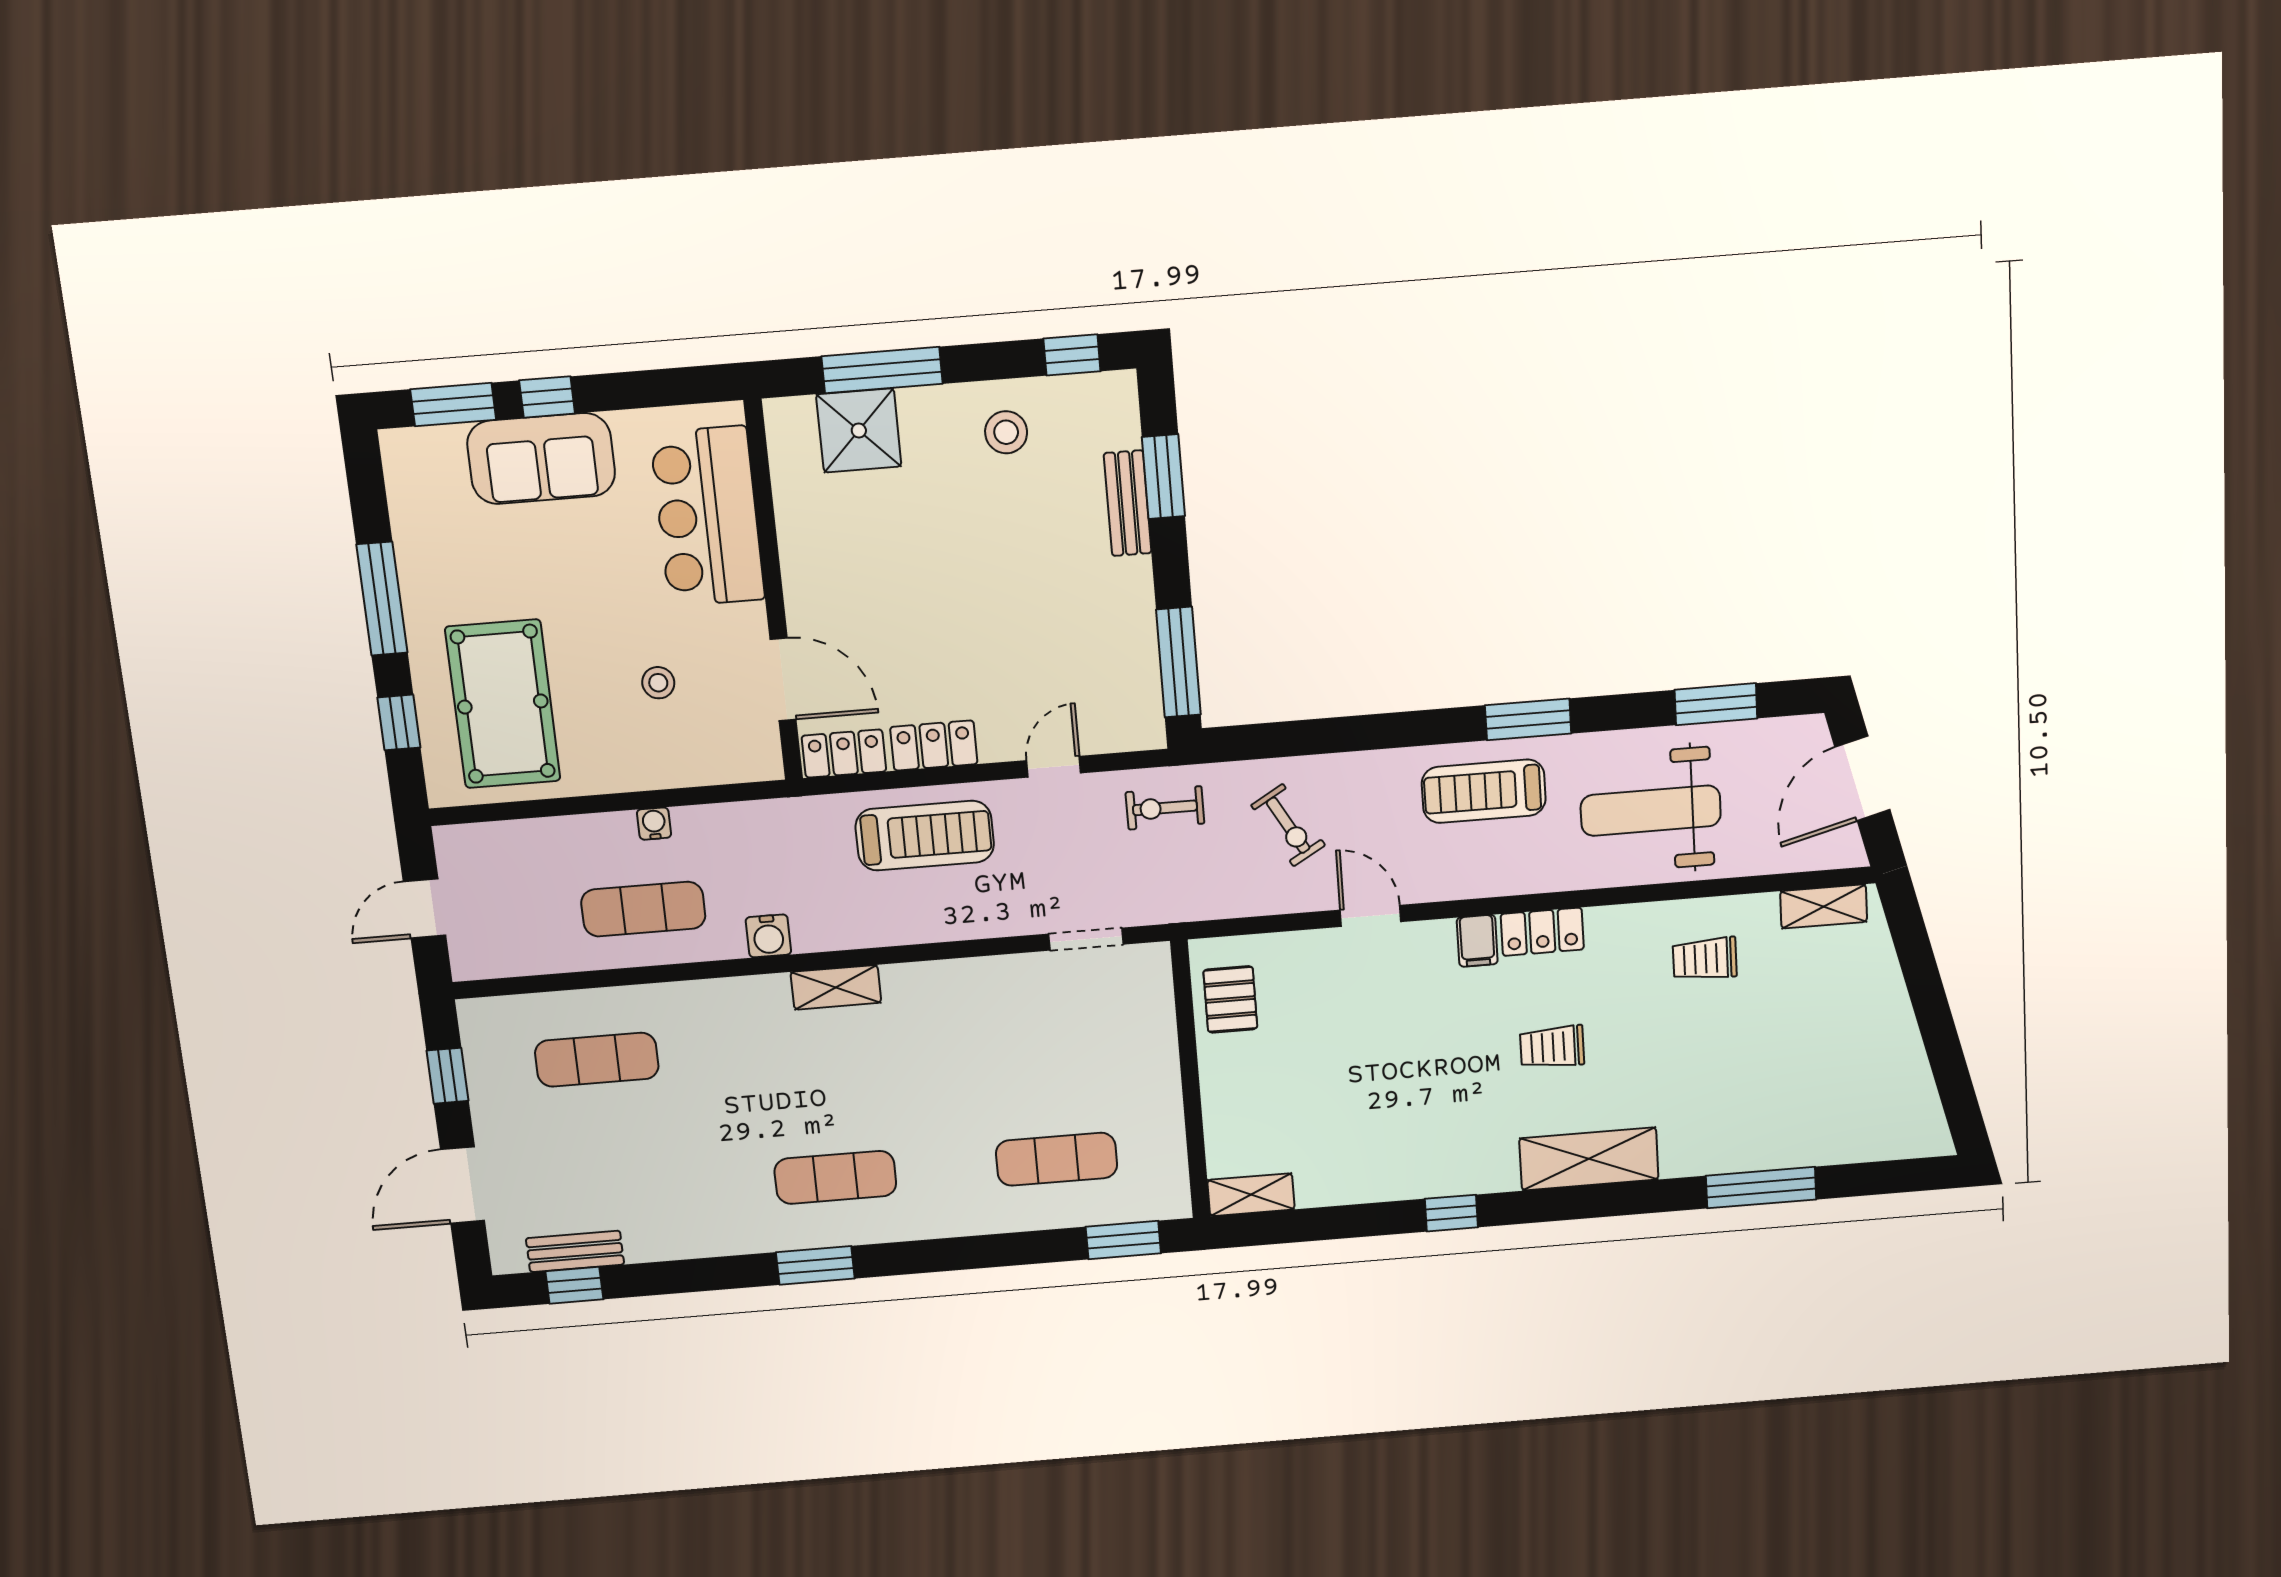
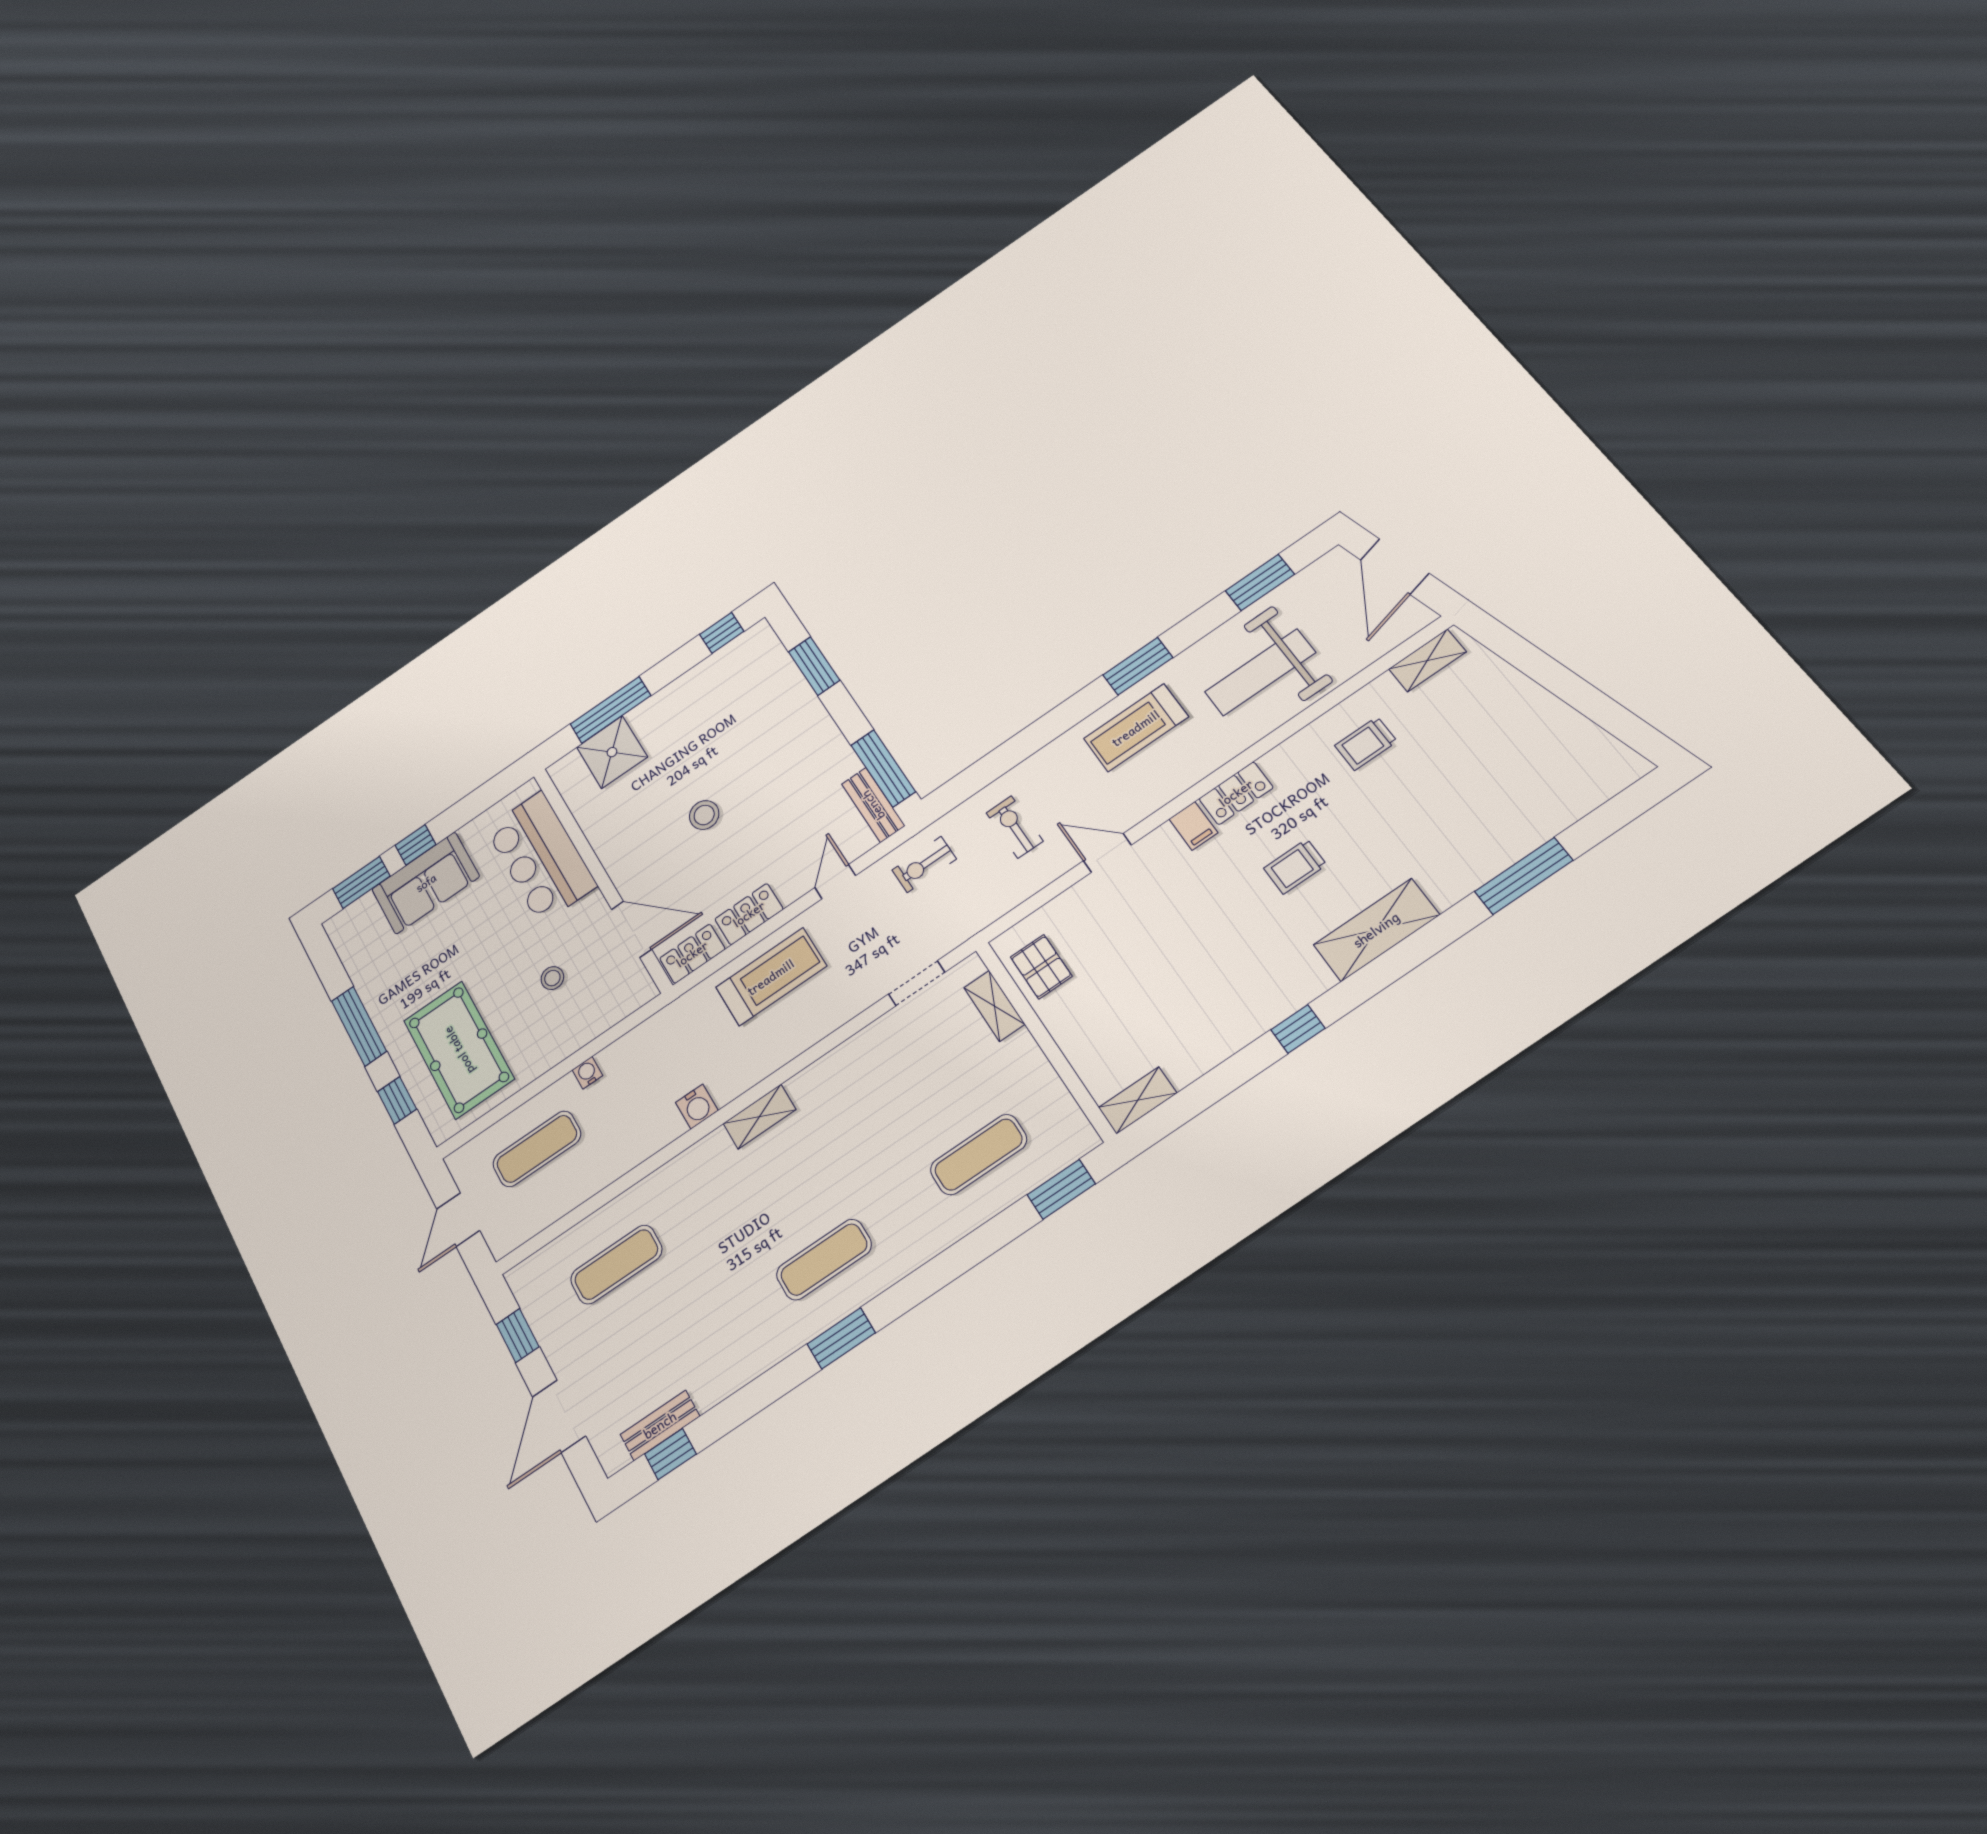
stool: (1006, 432) -> (704, 815), moved
bench: (1128, 503) -> (873, 805), moved
exercise bike: (1288, 825) -> (1015, 827), turned -150
exercise mat: (643, 909) -> (537, 1149), moved
shelving: (1157, 1013) -> (994, 1006), added

